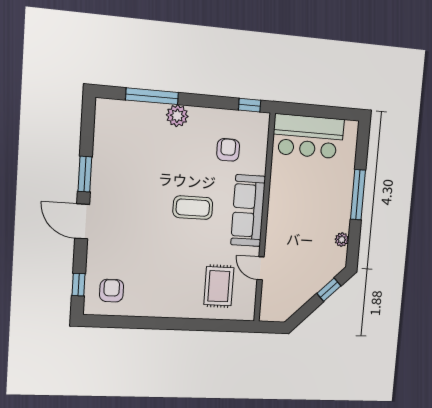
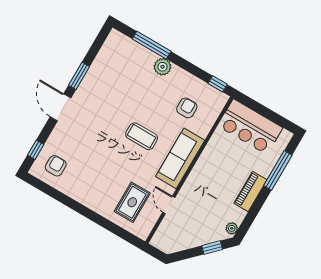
window: (358, 195) -> (278, 170), moved
piano: (342, 208) -> (250, 192), added
plant: (342, 240) -> (232, 228), moved

